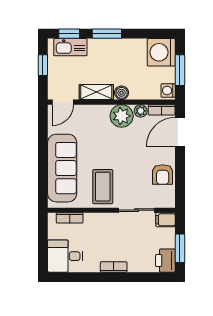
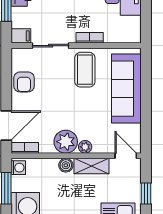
door: (63, 102) -> (126, 156), hinge flipped
plant: (141, 111) -> (85, 147), moved
armchair: (163, 175) -> (24, 82), turned 180
bookcase: (70, 218) -> (90, 38), moved

